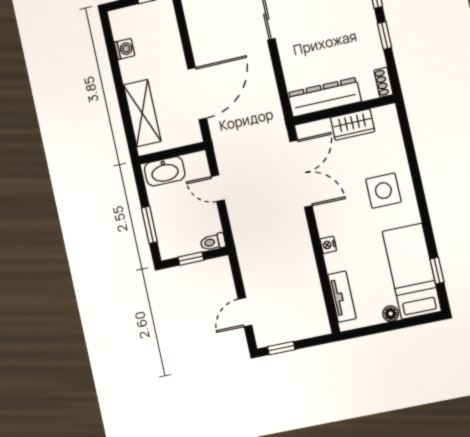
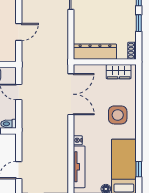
door: (197, 94) -> (19, 32), width x0.53
wardrobe: (353, 124) -> (119, 72), moved
tv unit: (342, 297) -> (79, 167), width x1.41

